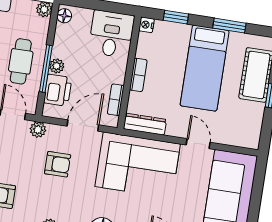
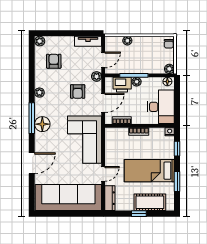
desk: (111, 34) -> (161, 107), width x1.37
cafe table: (21, 61) -> (136, 60), removed
dresser: (145, 124) -> (110, 198), moved
door: (83, 126) -> (103, 103), hinge flipped

